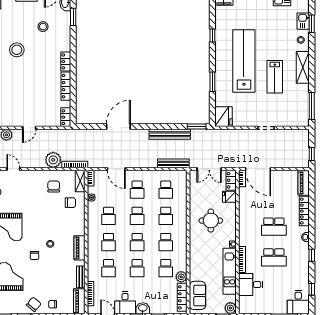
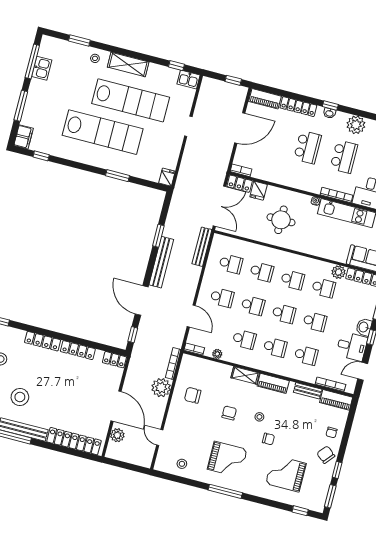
kitchen sink: (303, 21) -> (188, 80), moved
window: (212, 35) -> (41, 156), moved
locker: (66, 61) -> (43, 341), width x1.53
lab bench: (244, 61) -> (103, 132), turned 180
lab bench: (275, 77) -> (131, 100), width x1.86, depth x1.39
window: (312, 106) -> (176, 66), width x0.46
fridge: (224, 117) -> (167, 177), width x0.53, depth x0.75
window: (89, 127) -> (133, 335), added
window: (197, 127) -> (158, 236), moved
door: (29, 128) -> (116, 406), width x1.87
bench: (170, 134) -> (161, 262), moved
door: (13, 169) -> (160, 438), hinge flipped
door: (116, 169) -> (191, 316), hinge flipped
double door: (209, 169) -> (220, 206), width x1.37
door: (258, 169) -> (240, 128), moved
shelving: (80, 181) -> (245, 375), moved
chair: (70, 203) -> (229, 413), moved
window: (312, 255) -> (330, 105), moved
plant: (302, 260) -> (356, 125), added

